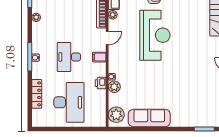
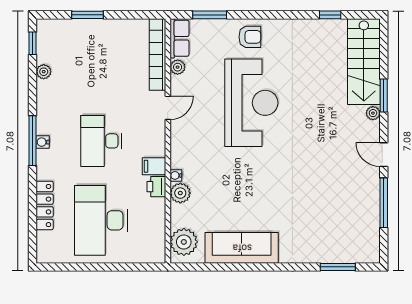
filing cabinet: (99, 57) -> (154, 166), moved
desk: (69, 102) -> (101, 220), turned 180

